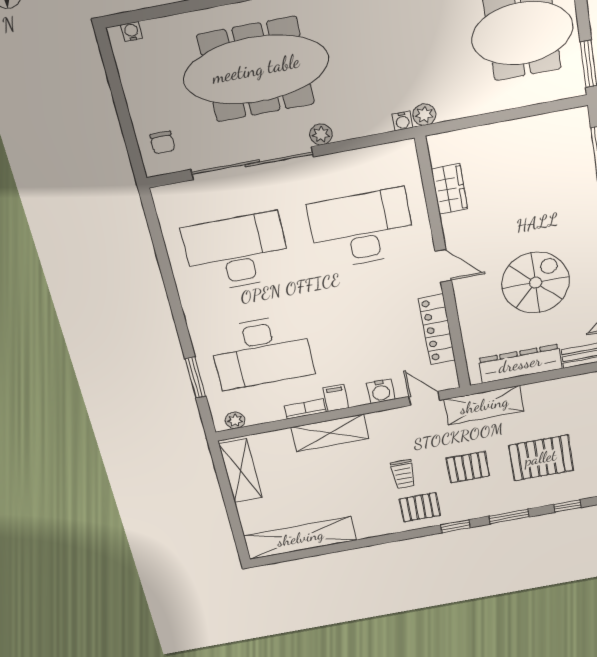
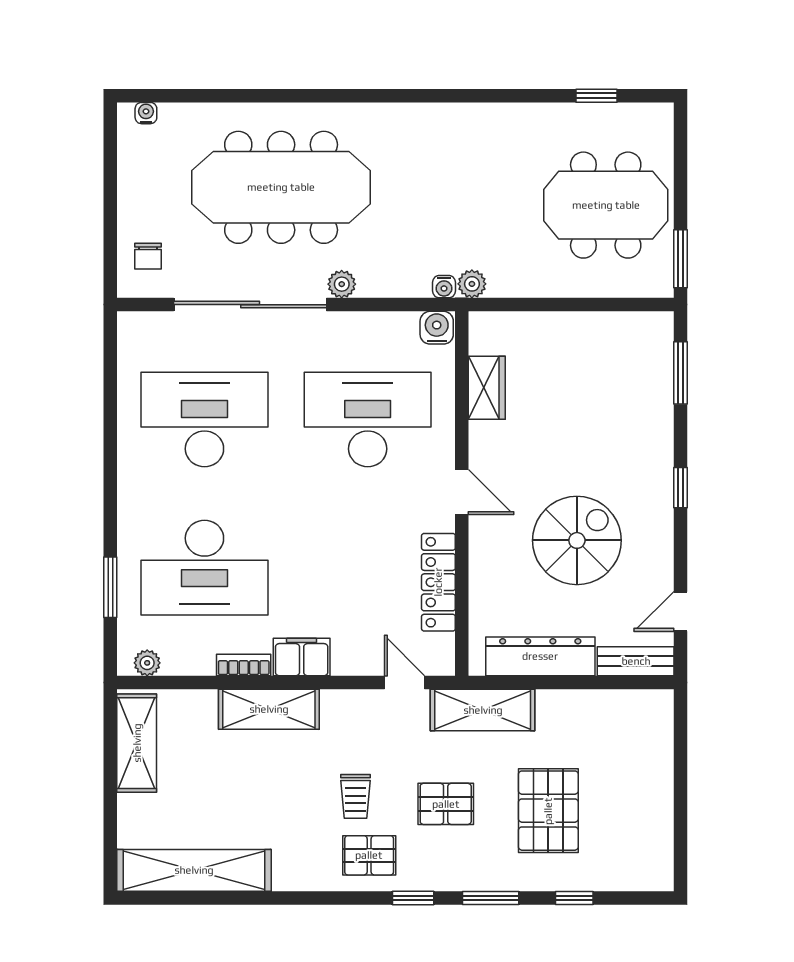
water cooler: (381, 391) -> (437, 328), moved, turned 180
filing cabinet: (336, 398) -> (302, 657), width x2.00
pallet: (541, 458) -> (548, 811), turned 90

